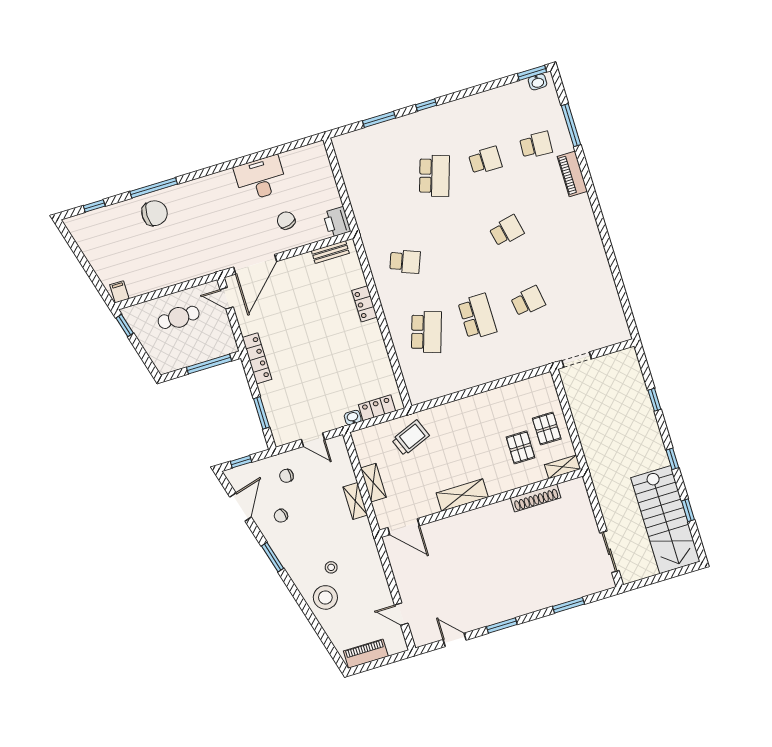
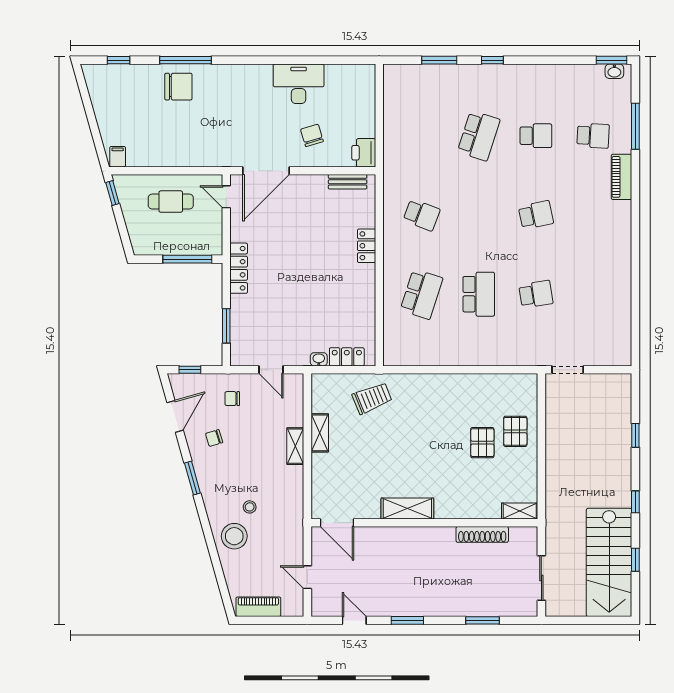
shelving: (563, 467) -> (520, 511), moved
shelving: (462, 495) -> (407, 509), moved
shoe rack: (536, 498) -> (482, 534), moved
wall: (481, 503) -> (424, 523), moved
door: (404, 527) -> (337, 523), moved

